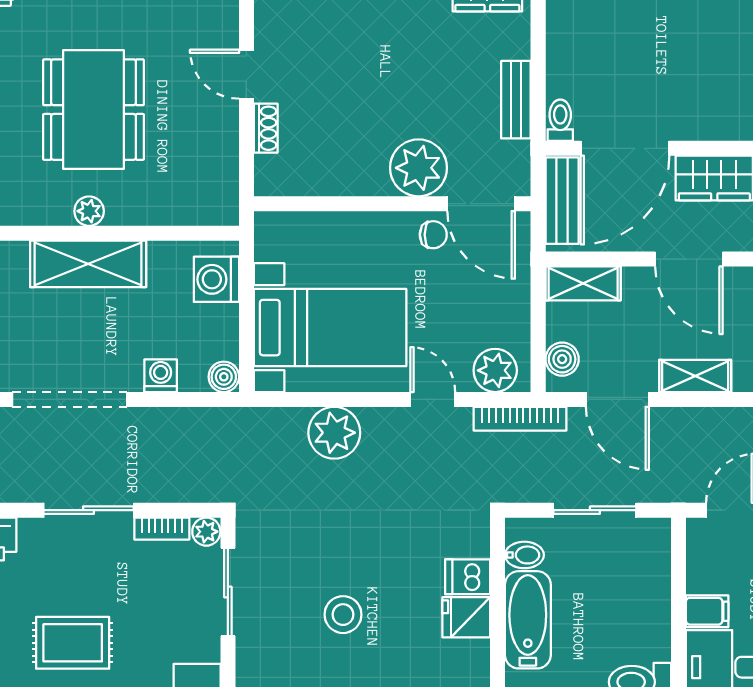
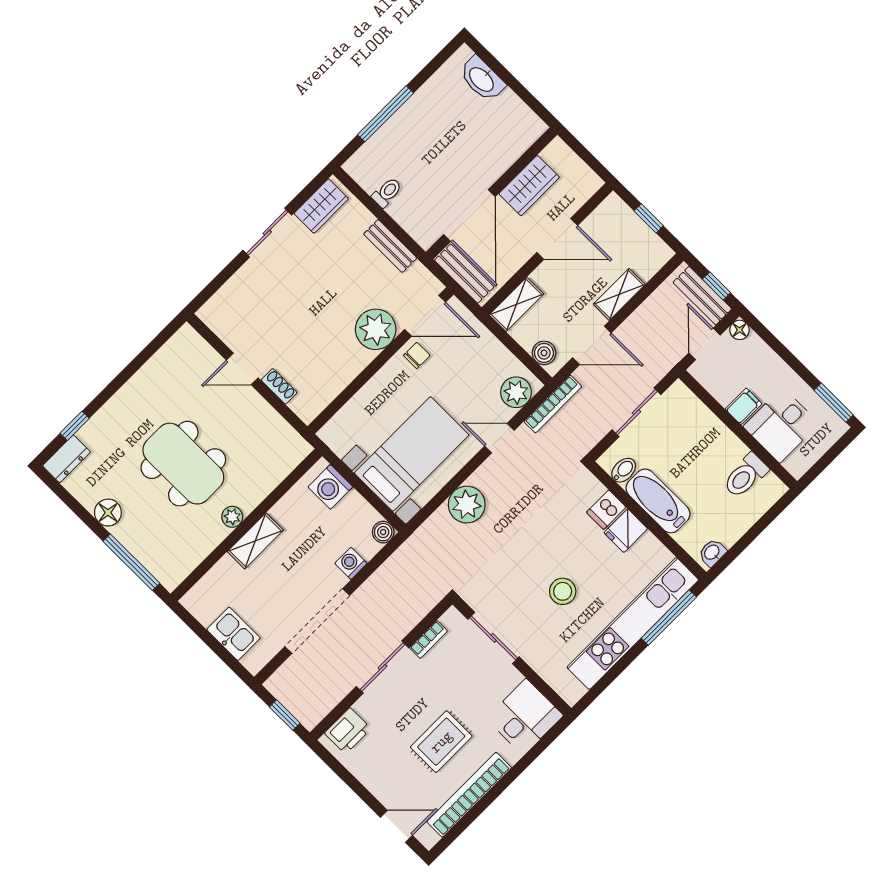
toilet: (560, 120) -> (387, 192), moved, turned 90
shelving: (88, 264) -> (255, 541), width x0.67, depth x0.75
plant: (206, 532) -> (452, 619), removed

